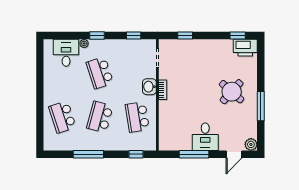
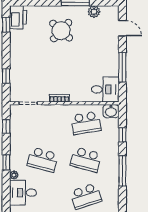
school desk: (100, 73) -> (43, 160), turned 33
washbasin: (149, 87) -> (111, 111), moved
desk: (205, 137) -> (105, 89), moved
plant: (251, 144) -> (94, 12), moved
window: (136, 154) -> (122, 135), moved

